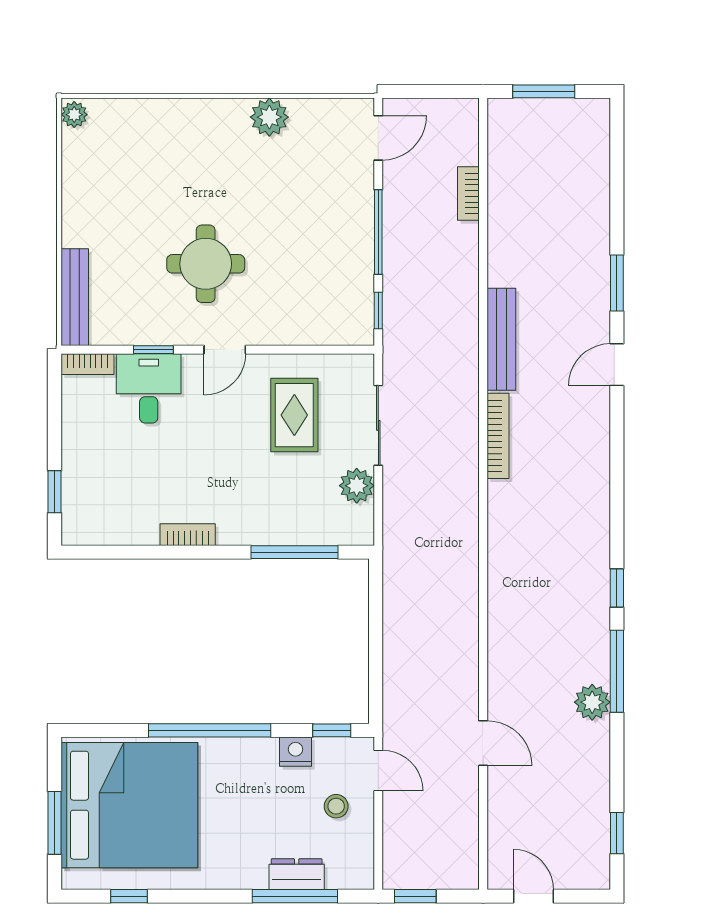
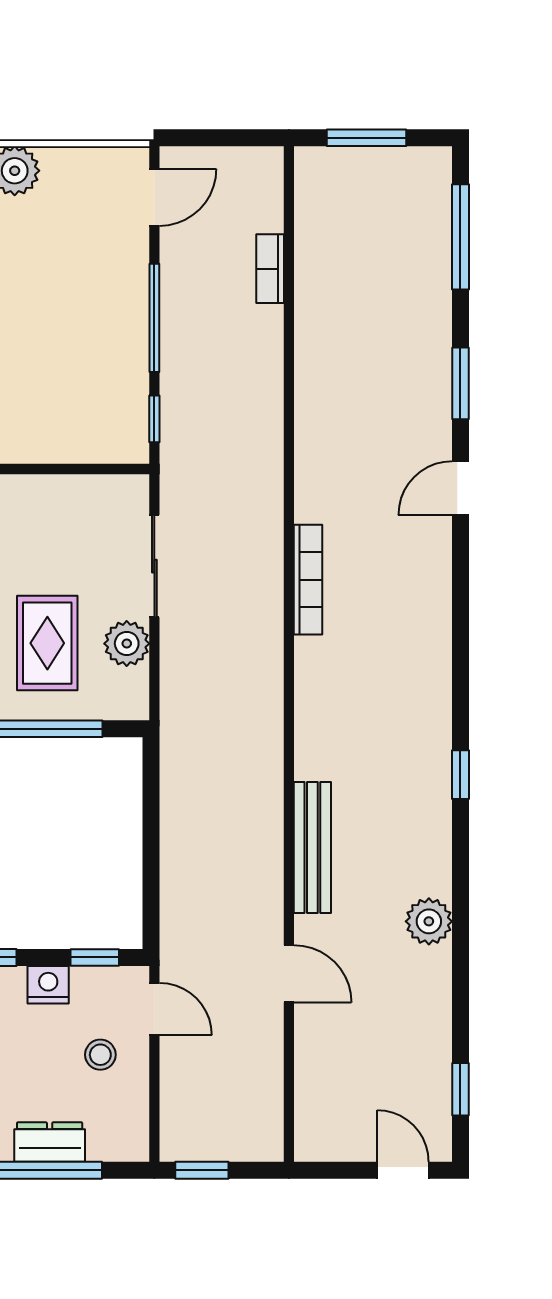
bench: (501, 339) -> (312, 848), moved
rug: (294, 415) -> (47, 643), moved
window: (617, 671) -> (460, 237), moved
door: (534, 896) -> (403, 1170), moved

